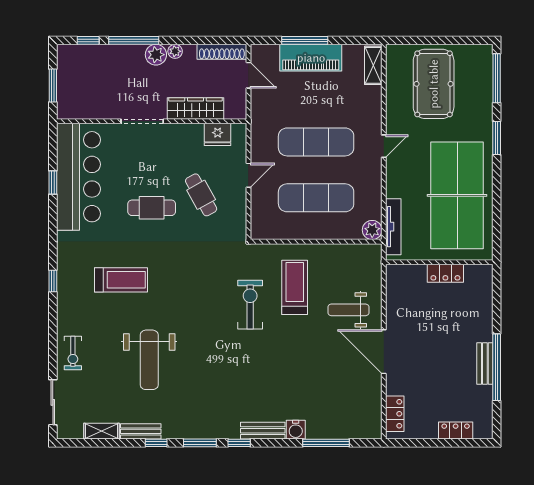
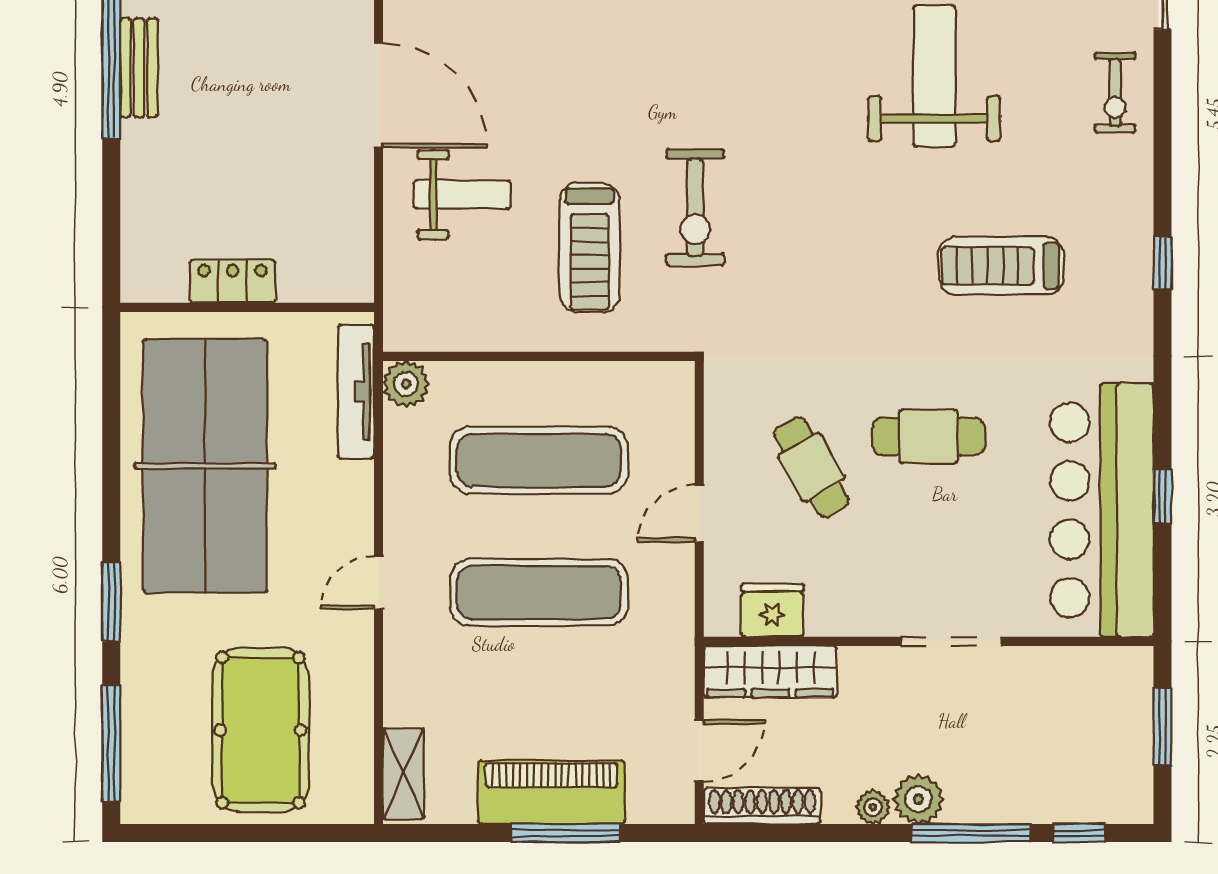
door: (248, 75) -> (699, 750), swing flipped
wardrobe: (195, 109) -> (770, 672), moved
exercise bike: (73, 353) -> (1115, 93), turned 180

